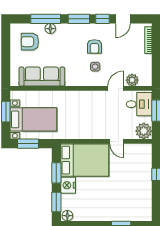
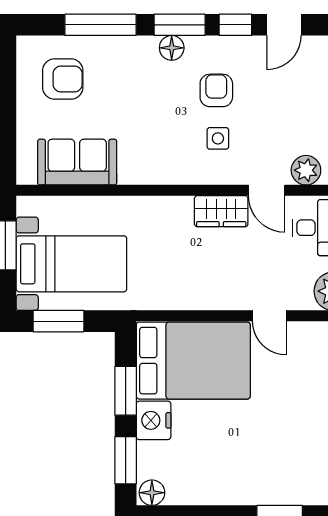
floor lamp: (50, 29) -> (172, 48), moved
armchair: (30, 42) -> (63, 79), turned 180
armchair: (94, 46) -> (216, 90), turned 180
sofa: (42, 77) -> (77, 162), width x0.73
door: (116, 88) -> (267, 190), swing flipped
wardrobe: (96, 97) -> (221, 211), added

